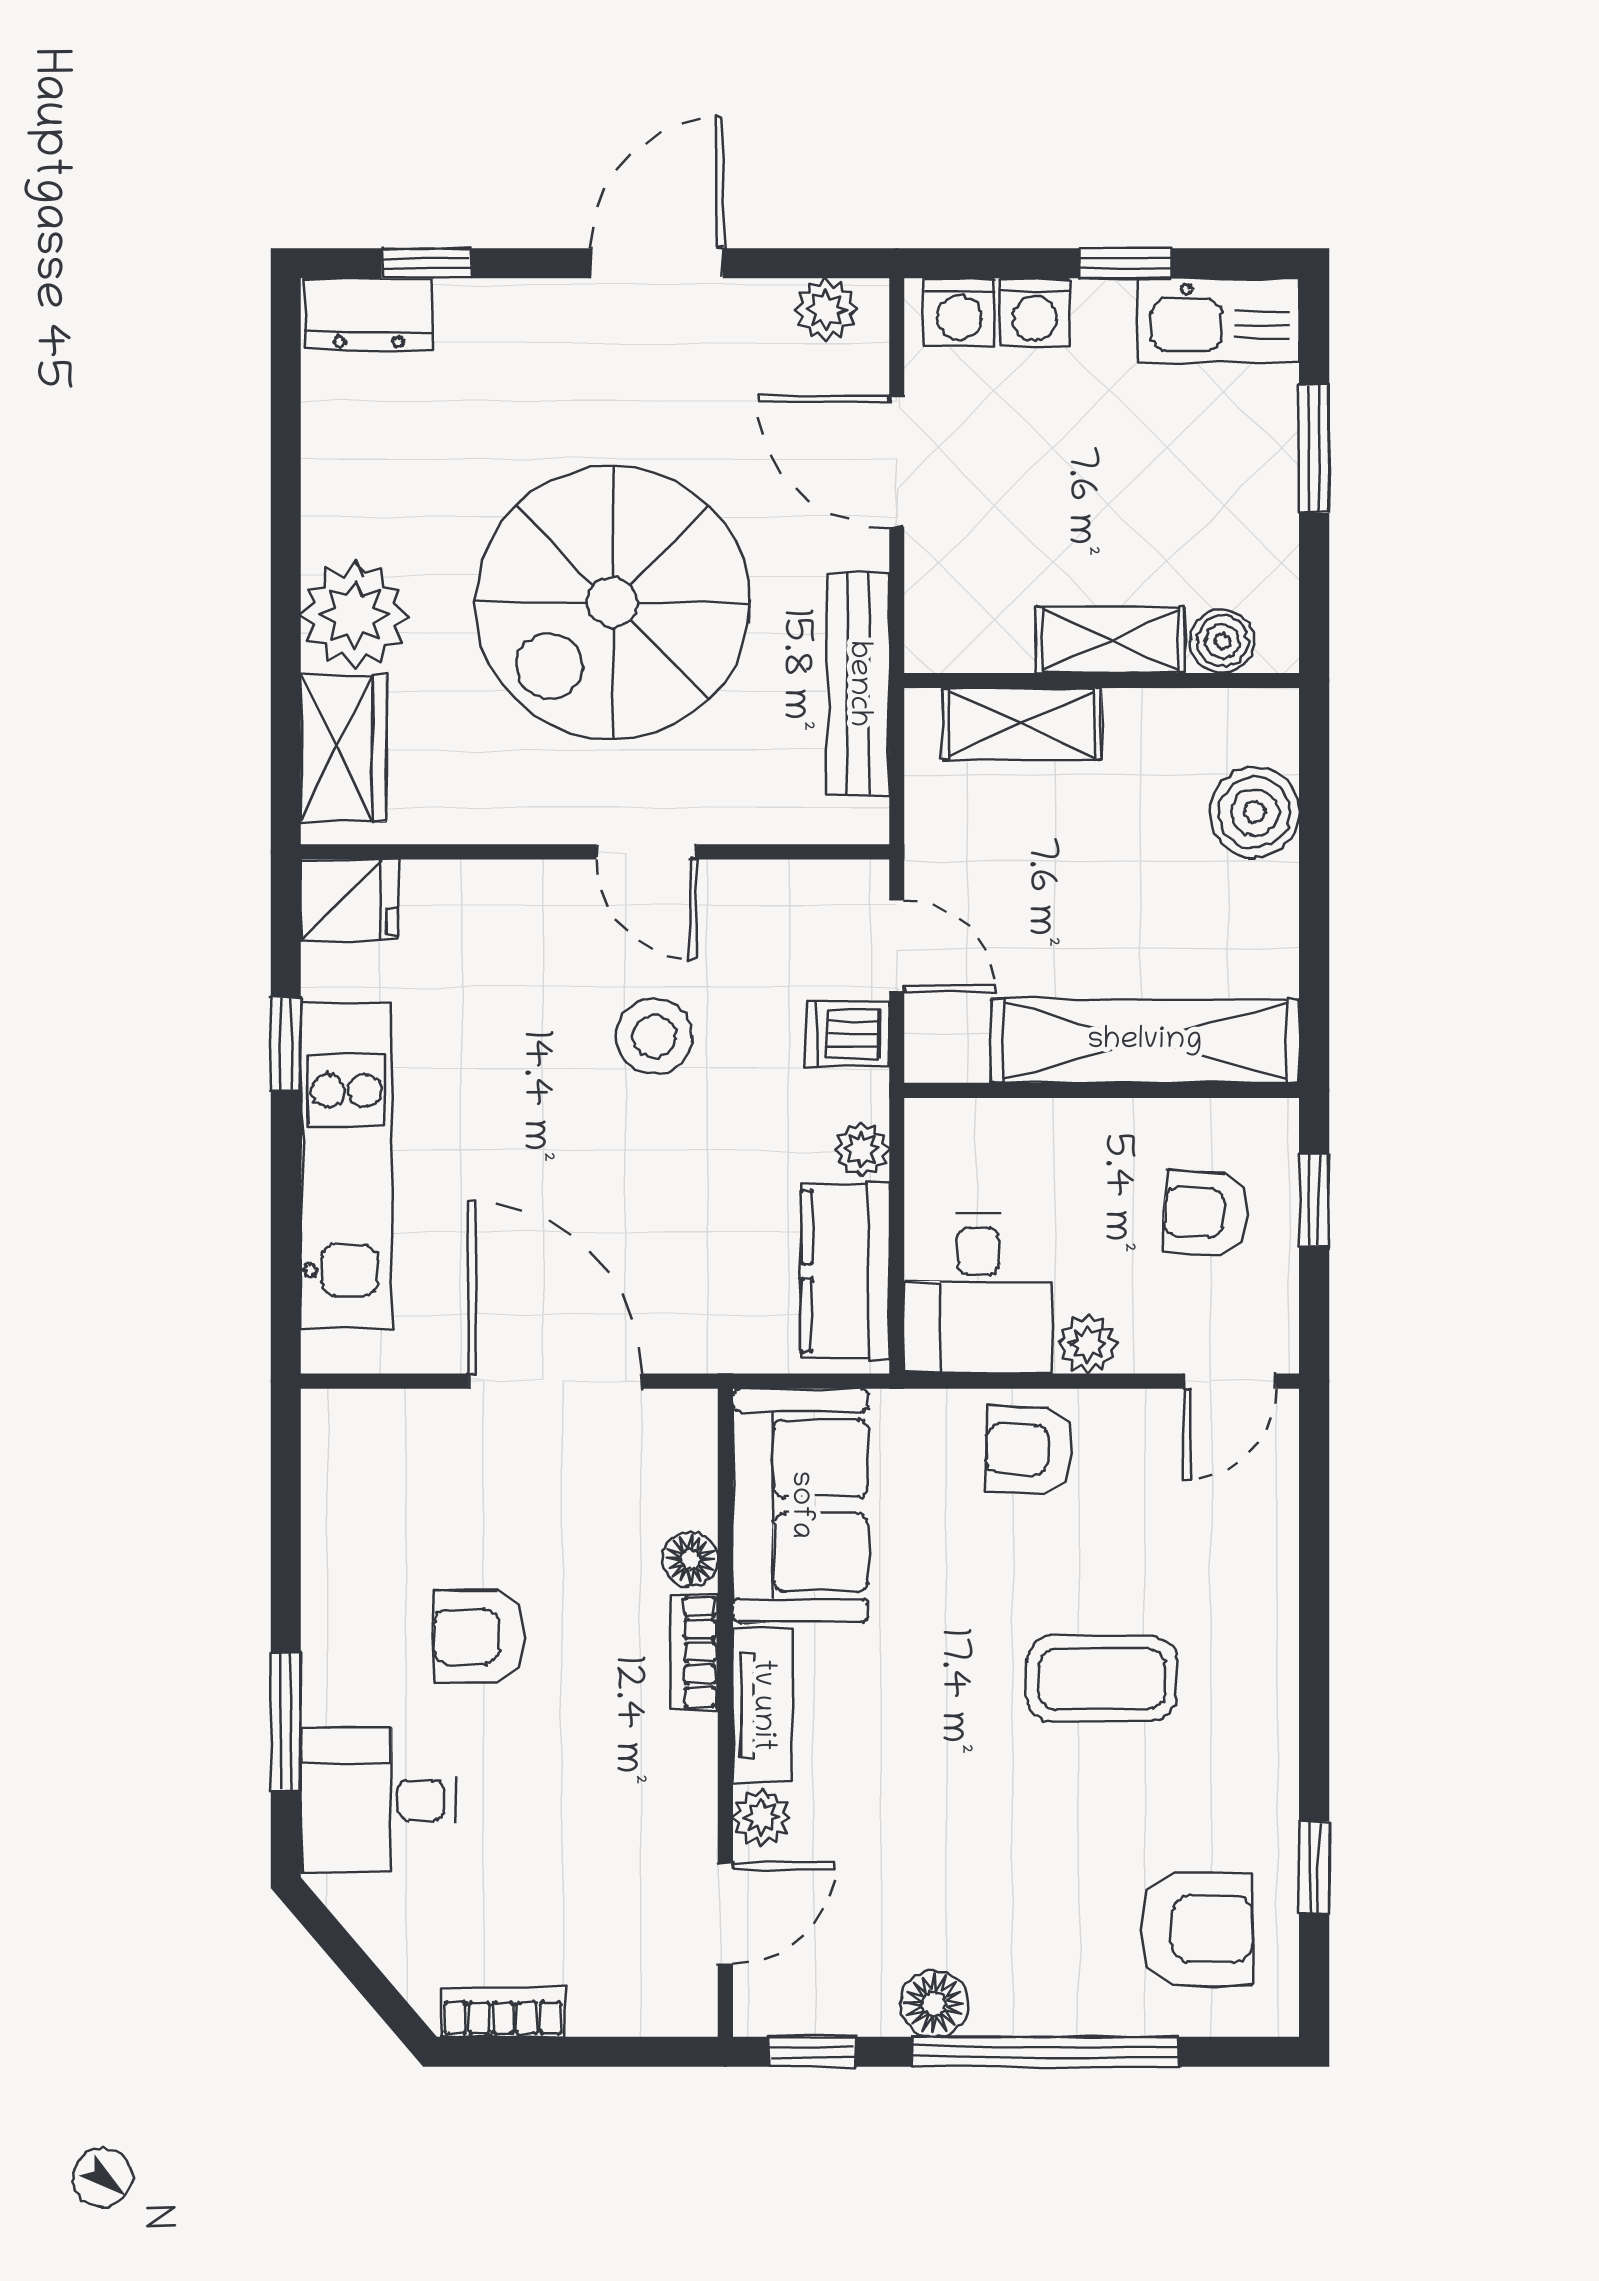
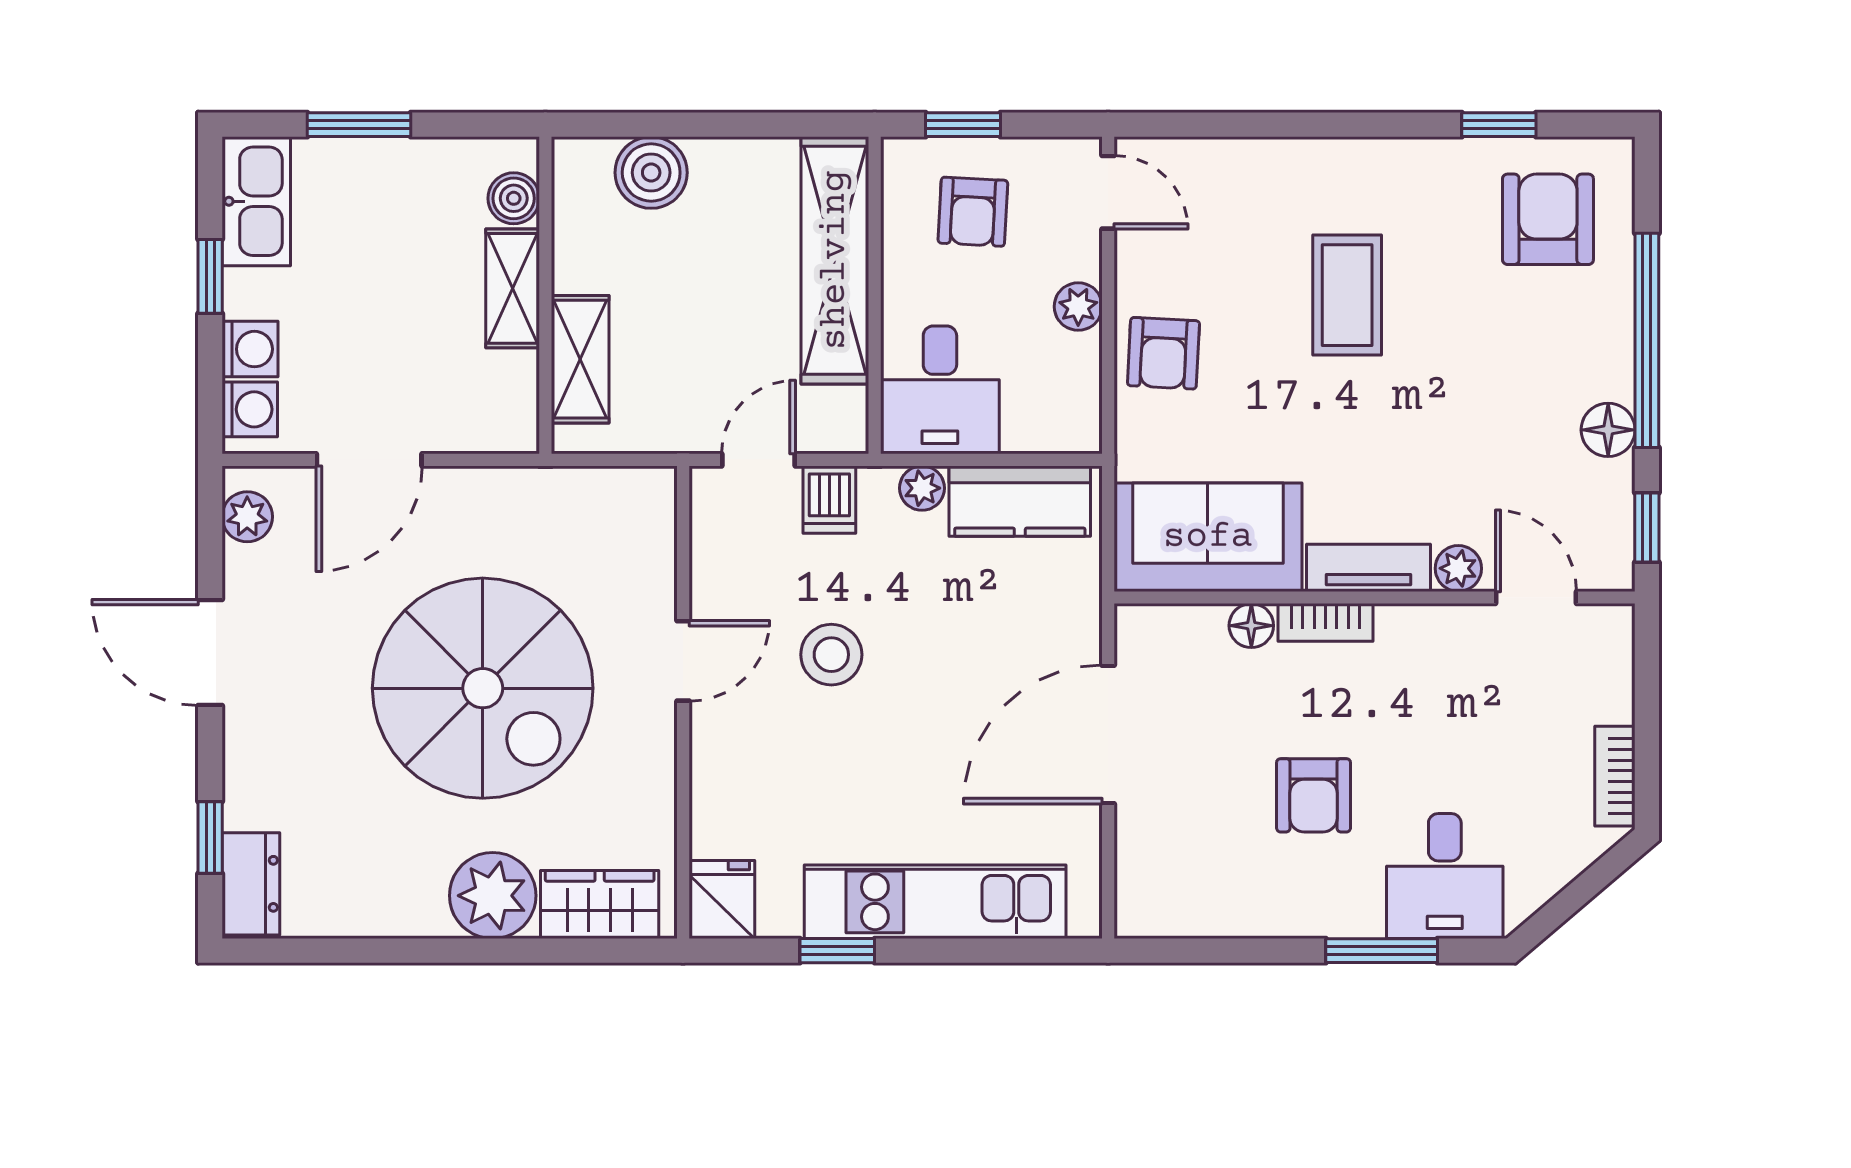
bench: (858, 684) -> (548, 491), removed
desk: (978, 1294) -> (940, 390), moved, turned 90

